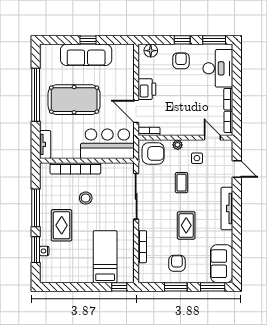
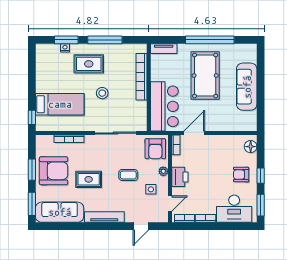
window: (88, 40) -> (261, 88), removed
armchair: (181, 61) -> (241, 175), turned 180
printer: (147, 89) -> (180, 177), moved, turned -90
stool: (86, 198) -> (102, 93), moved
armchair: (177, 263) -> (54, 171), width x1.88, depth x1.88
sofa: (222, 264) -> (60, 212), width x1.36

